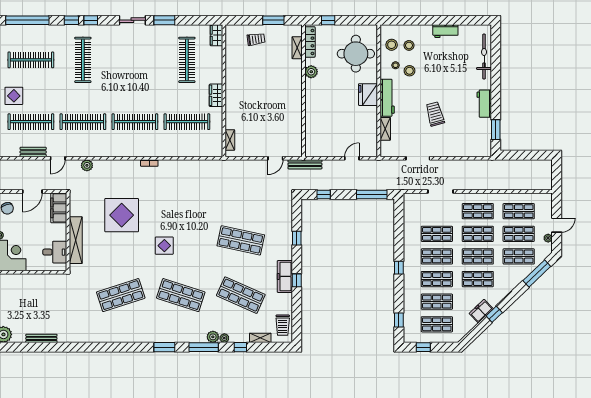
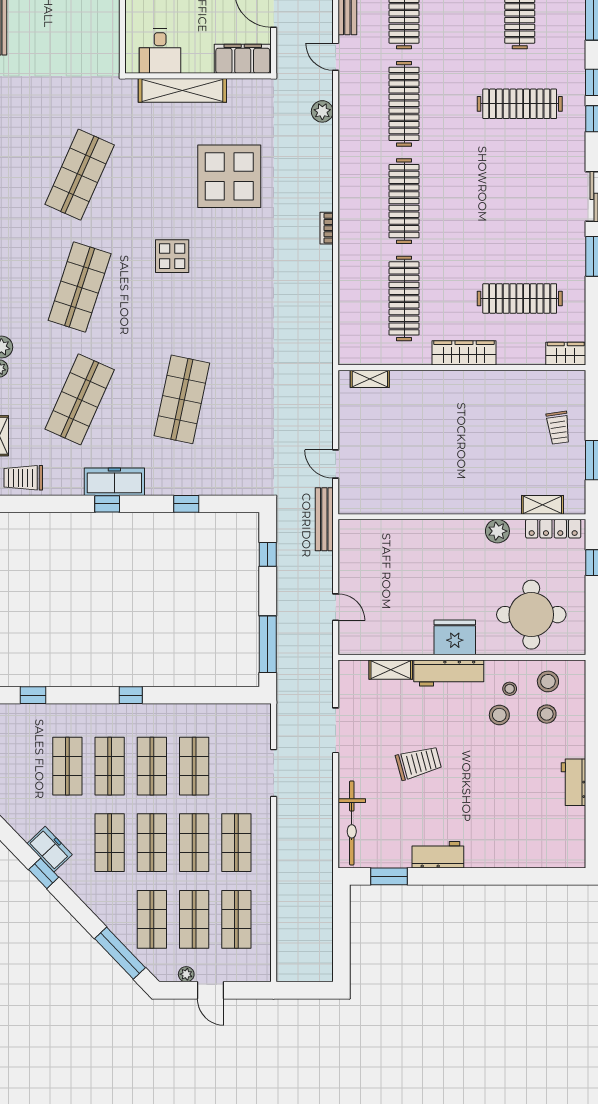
bicycle: (484, 57) -> (352, 823), moved, turned 90
wardrobe: (216, 95) -> (464, 353), width x1.50
shop shelf: (121, 295) -> (80, 175), turned 42
shop shelf: (437, 324) -> (25, 766), removed

